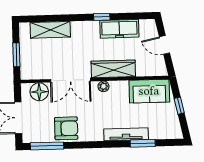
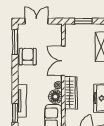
floor lamp: (39, 92) -> (55, 97), moved
armchair: (66, 128) -> (28, 57), turned 180

